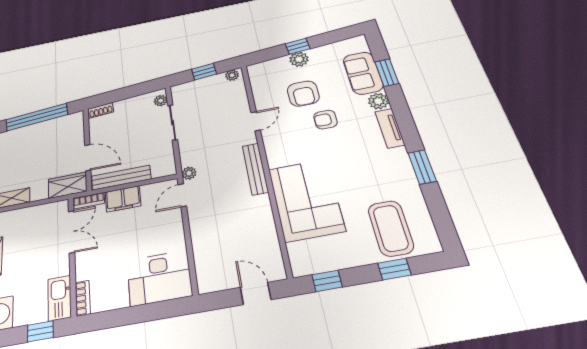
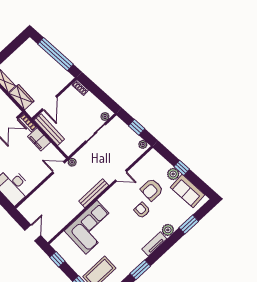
sofa: (363, 73) -> (188, 191), moved, turned -95
wardrobe: (68, 185) -> (21, 97), moved

